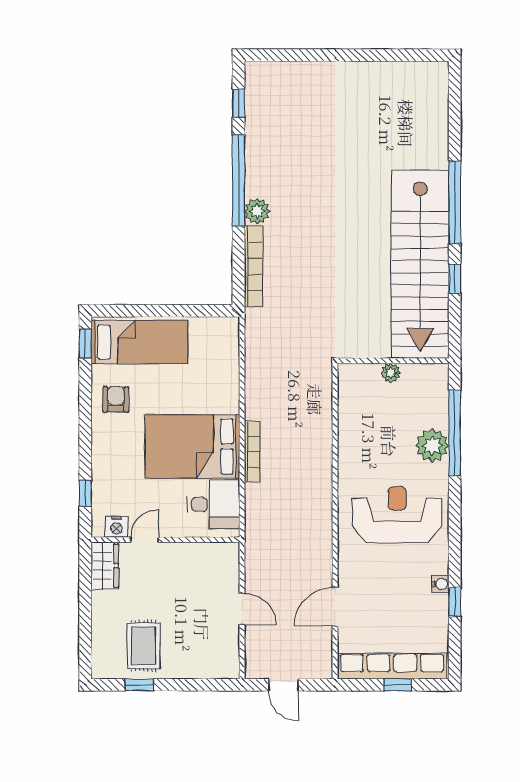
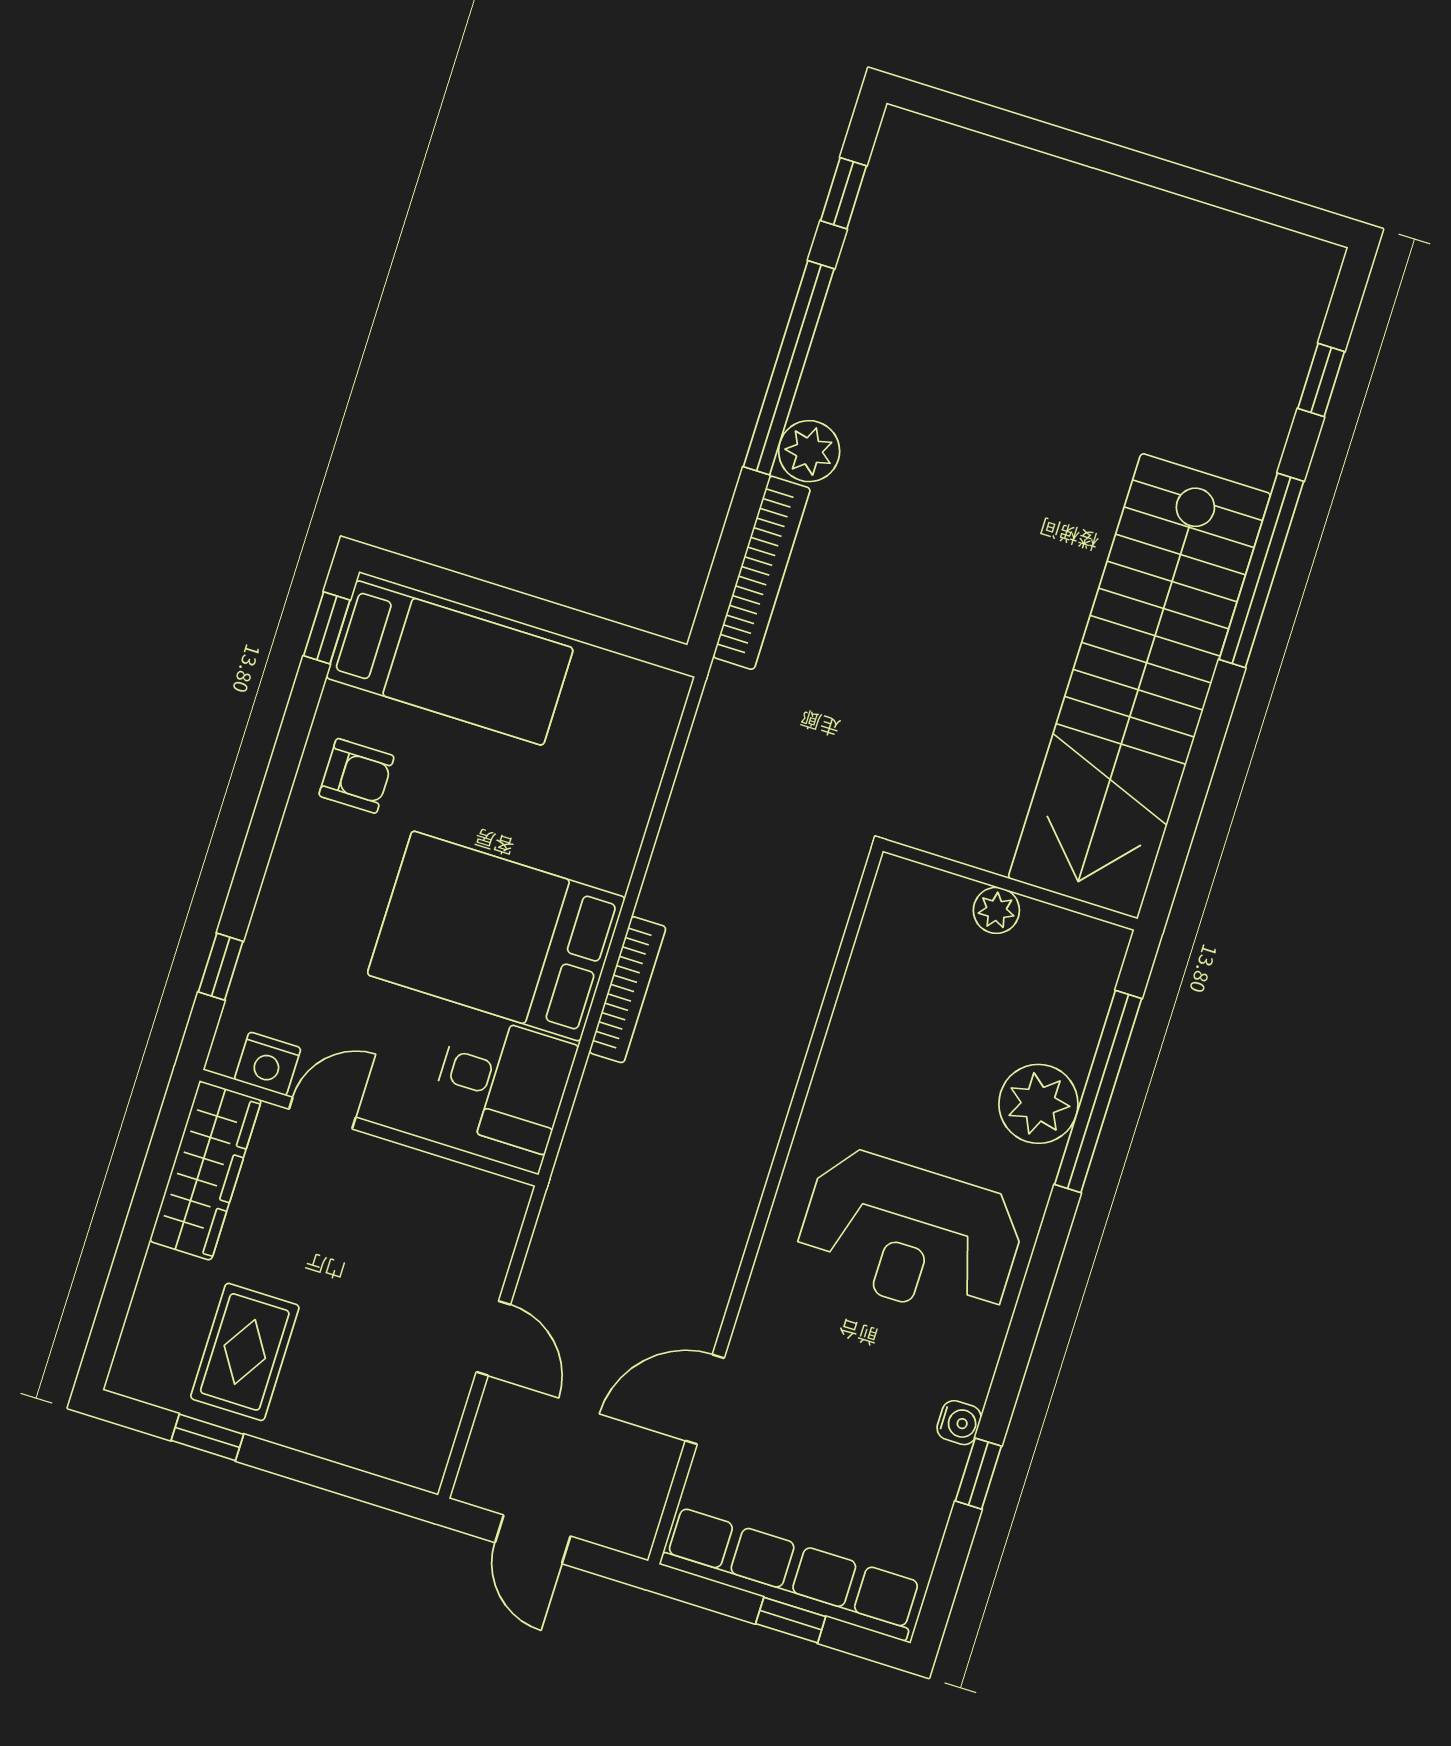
window: (455, 278) -> (1321, 380), moved
armchair: (116, 399) -> (356, 776), turned 90
reception desk: (397, 515) -> (910, 1235), turned 180
wardrobe: (105, 566) -> (205, 1171), width x1.50

